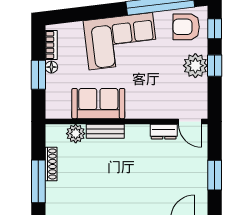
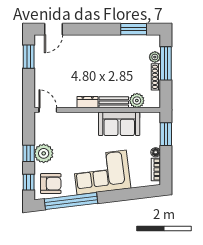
window: (38, 75) -> (166, 134), moved
dresser: (164, 132) -> (88, 102), moved
window: (215, 175) -> (29, 57), moved
plant: (53, 190) -> (155, 57), added

